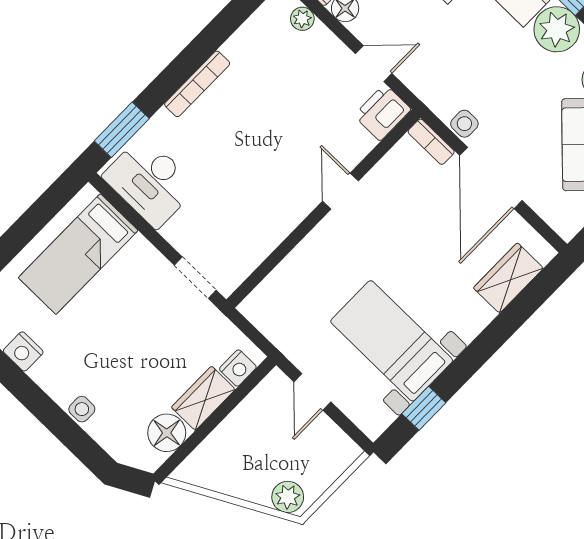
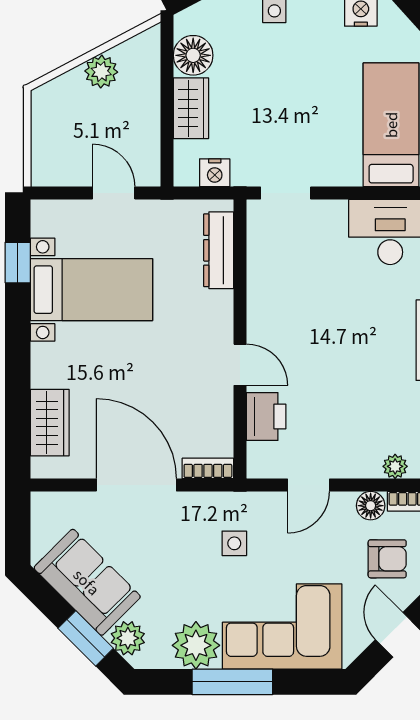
printer: (382, 112) -> (266, 416), moved
side table: (464, 124) -> (234, 543), moved
dresser: (279, 283) -> (219, 250), added
nightstand: (238, 368) -> (215, 173), moved, turned -90
plant: (288, 497) -> (101, 72), moved

